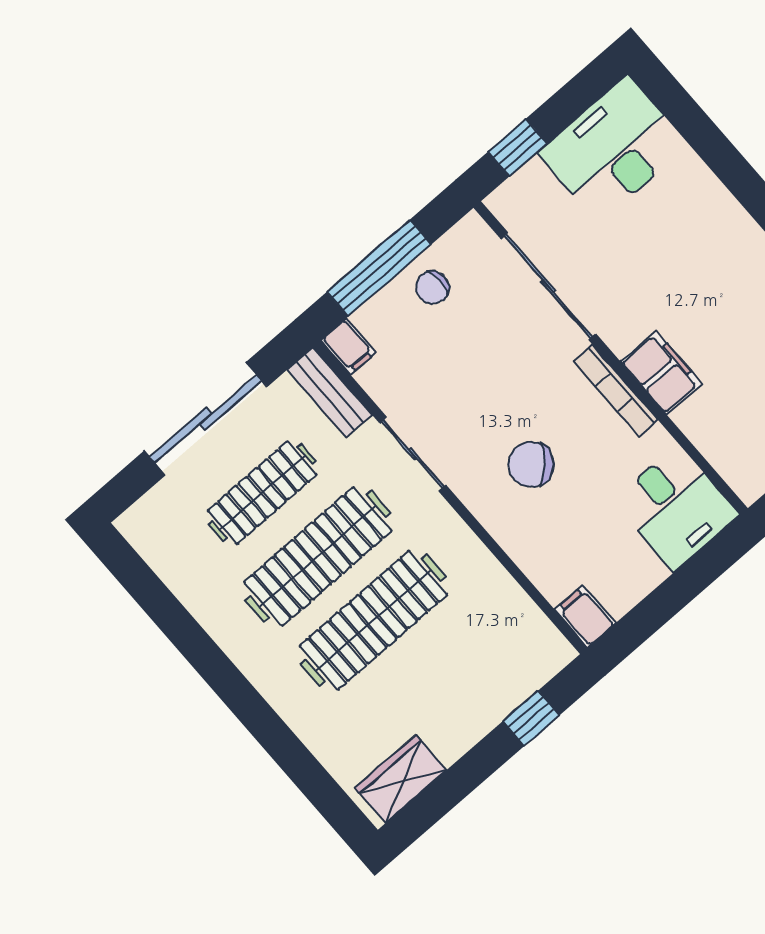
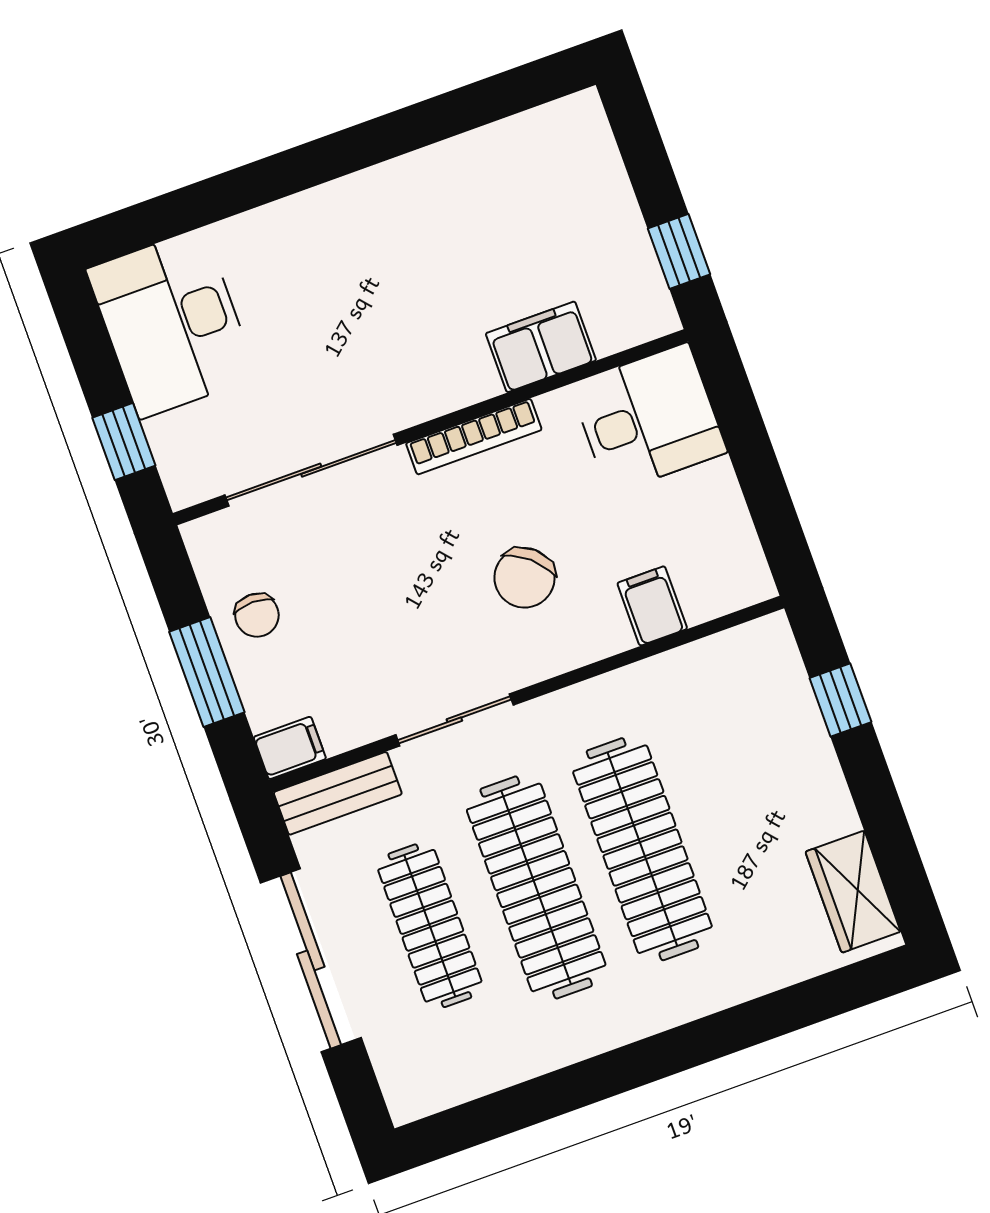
window: (379, 268) -> (207, 672), width x0.69
filing cabinet: (661, 373) -> (541, 347), moved
filing cabinet: (585, 616) -> (652, 606), moved, turned 90

